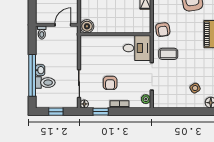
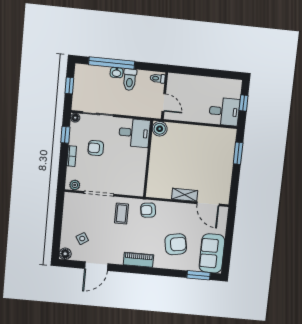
desk: (137, 48) -> (134, 133), moved, turned -90
toilet: (45, 83) -> (130, 80), moved

